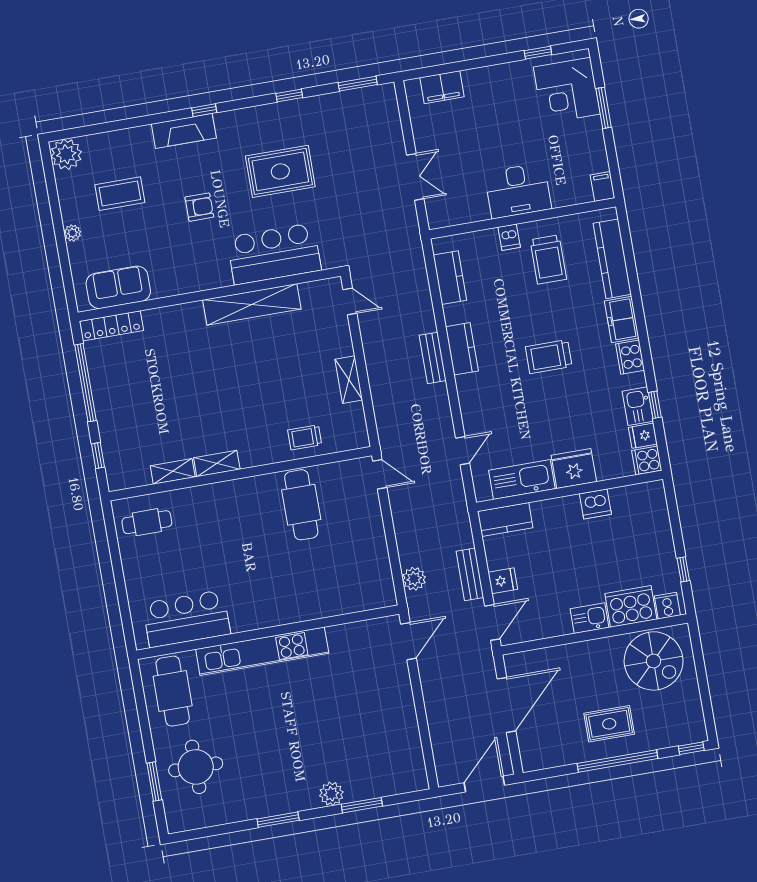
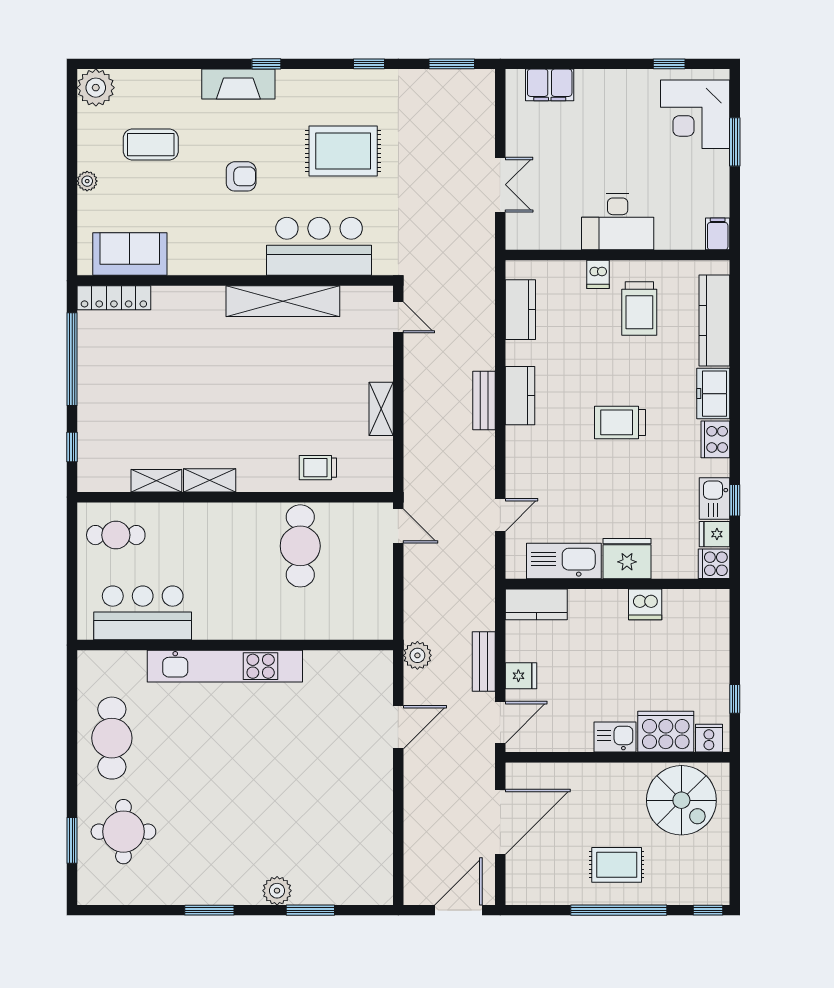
bar counter: (186, 619) -> (143, 613), moved
wall: (268, 632) -> (235, 645), moved
kitchen unit: (262, 651) -> (225, 666), moved

